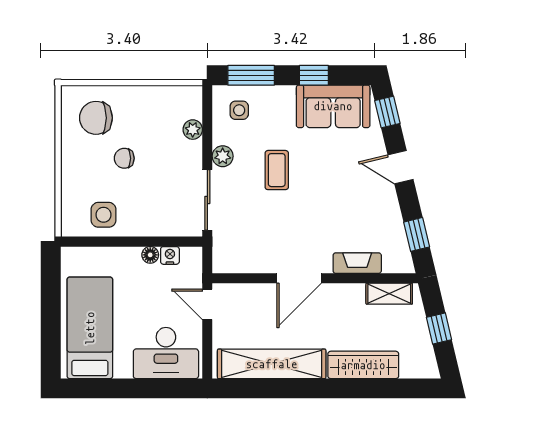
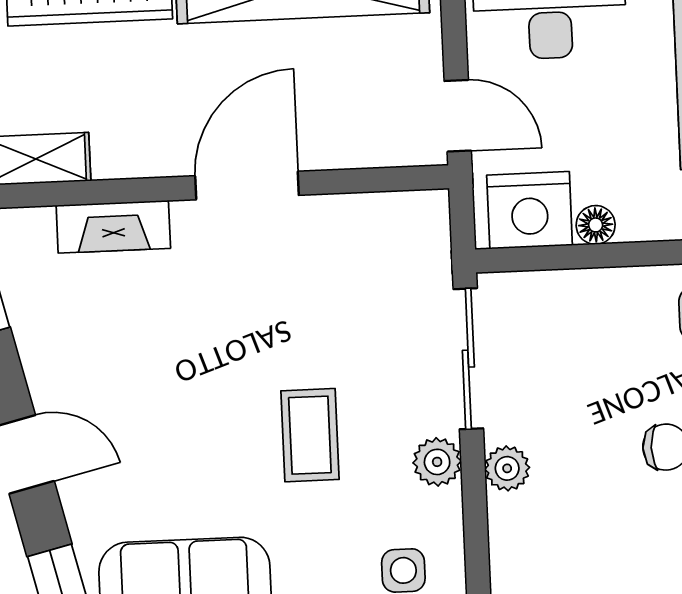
plant: (193, 130) -> (507, 468), moved
nightstand: (170, 255) -> (530, 210), width x1.89, depth x1.79

